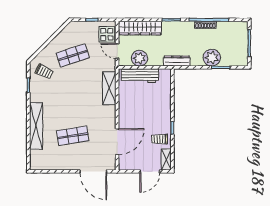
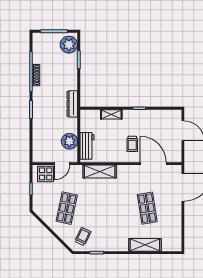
wardrobe: (140, 28) -> (39, 141), removed
shop shelf: (73, 55) -> (67, 208), turned 30
plant: (212, 58) -> (69, 45), moved
workbench: (140, 76) -> (87, 146), width x0.73
shelving: (36, 126) -> (145, 245), width x0.68
trolley: (160, 139) -> (132, 144), moved
shelving: (166, 159) -> (111, 114), moved

